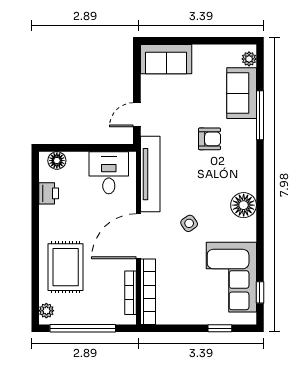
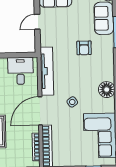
door: (137, 115) -> (37, 22), moved
armchair: (210, 139) -> (84, 48), turned 90

